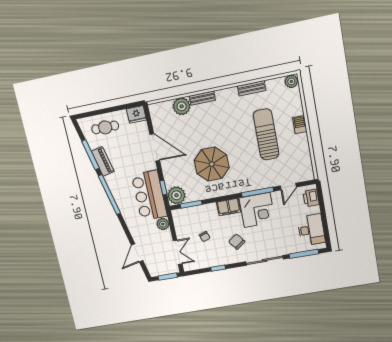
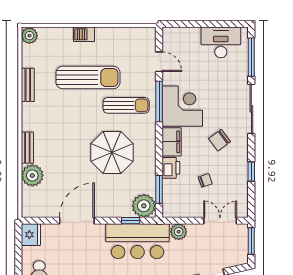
sun lounger: (266, 135) -> (88, 78), turned 180
sun lounger: (250, 168) -> (126, 105), added
printer: (311, 198) -> (171, 168), moved, turned -90

